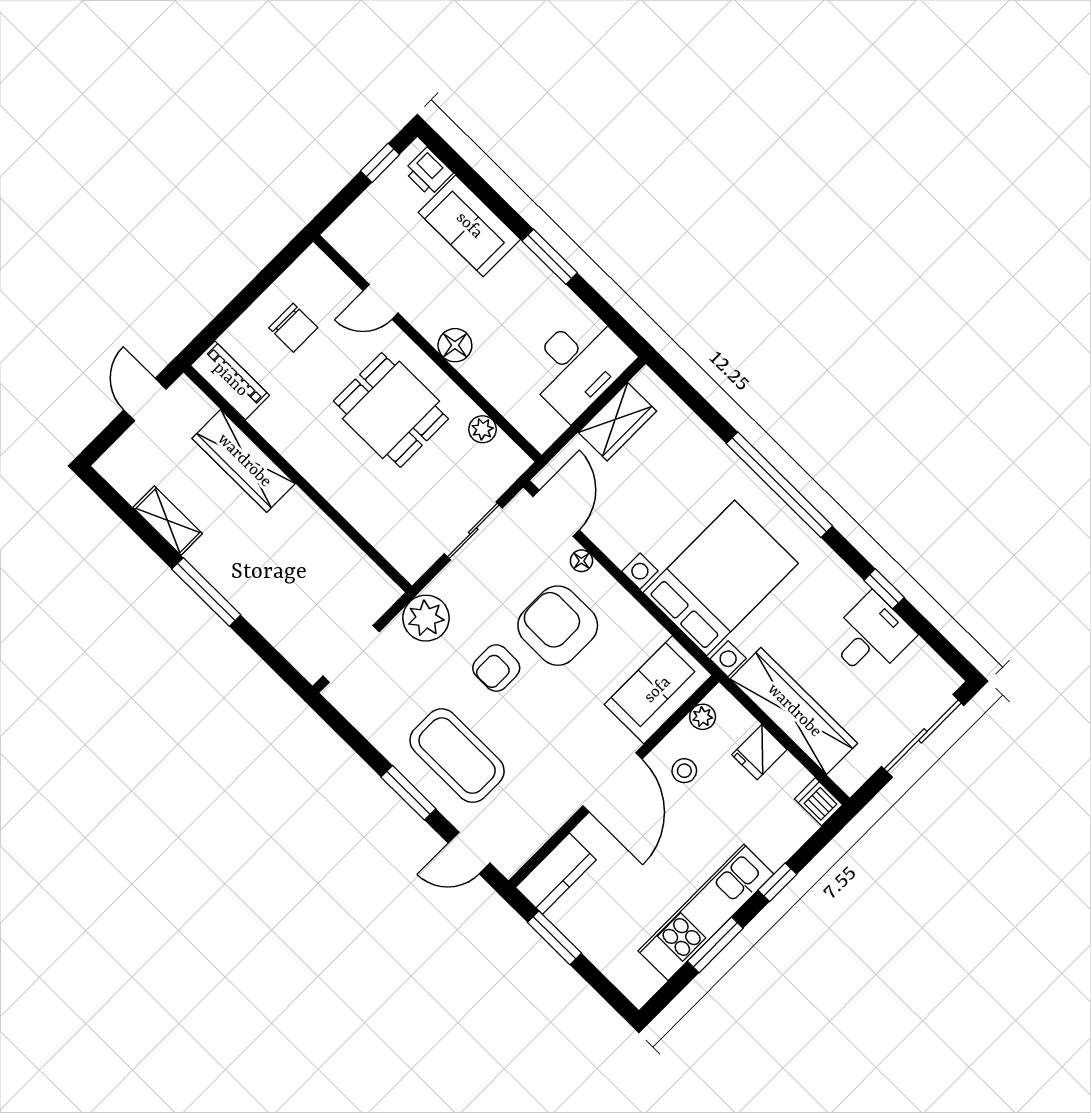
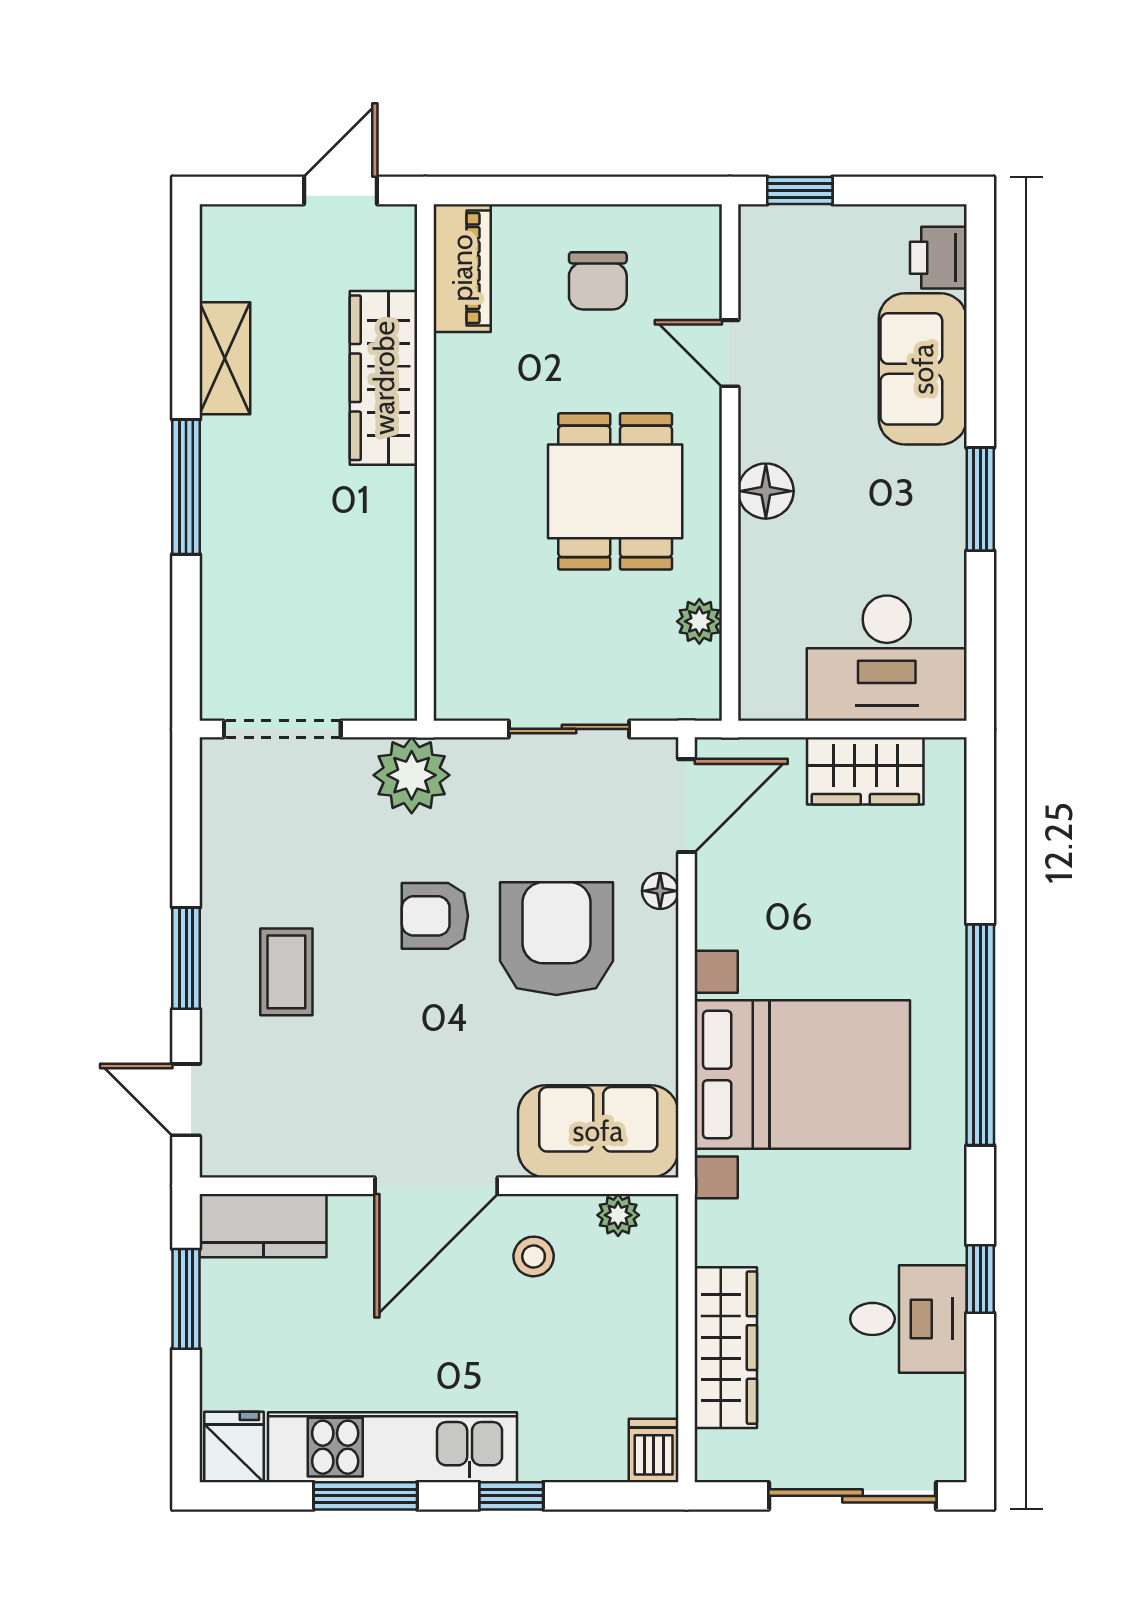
window: (380, 163) -> (800, 190), moved
wardrobe: (794, 711) -> (726, 1348), width x0.71, depth x0.85
fridge: (759, 752) -> (234, 1447), moved, turned 90
coffee table: (457, 756) -> (286, 972), width x0.54, depth x0.58

